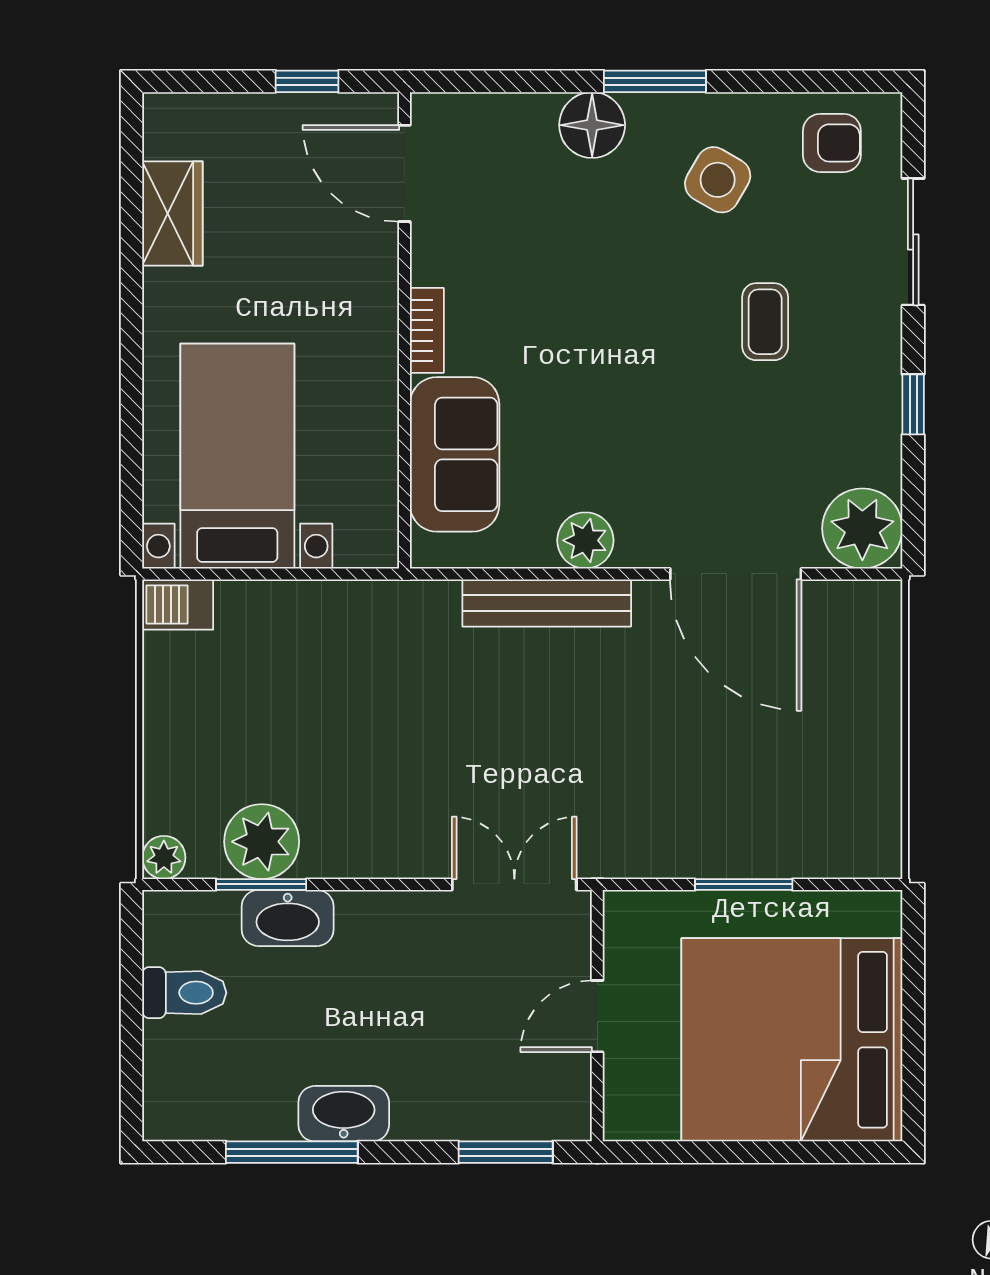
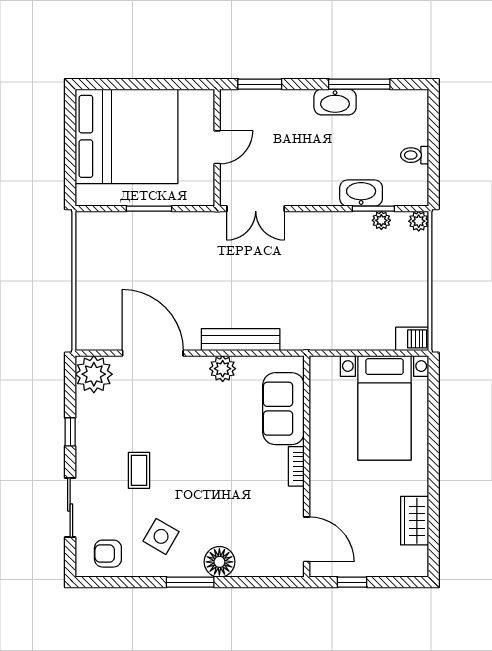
plant: (262, 842) -> (381, 220), width x0.53, depth x0.53
toilet: (184, 993) -> (415, 155), width x0.73, depth x0.72

